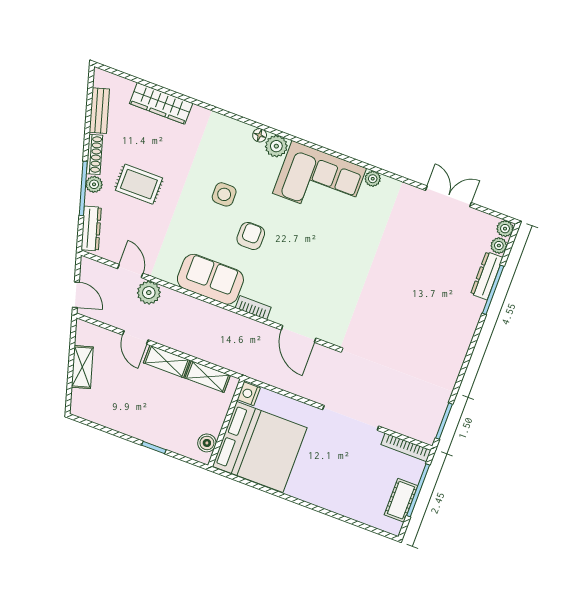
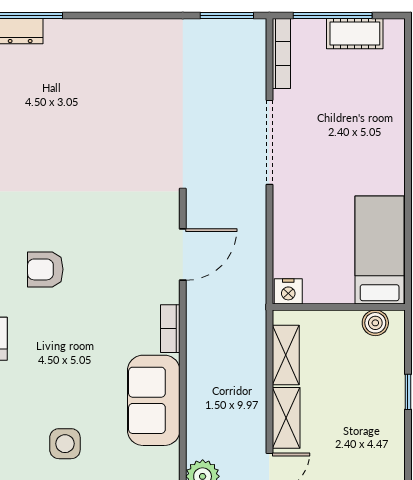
side table: (224, 194) -> (65, 444), moved
armchair: (251, 236) -> (45, 269), moved
bed: (260, 447) -> (380, 250), width x0.49

